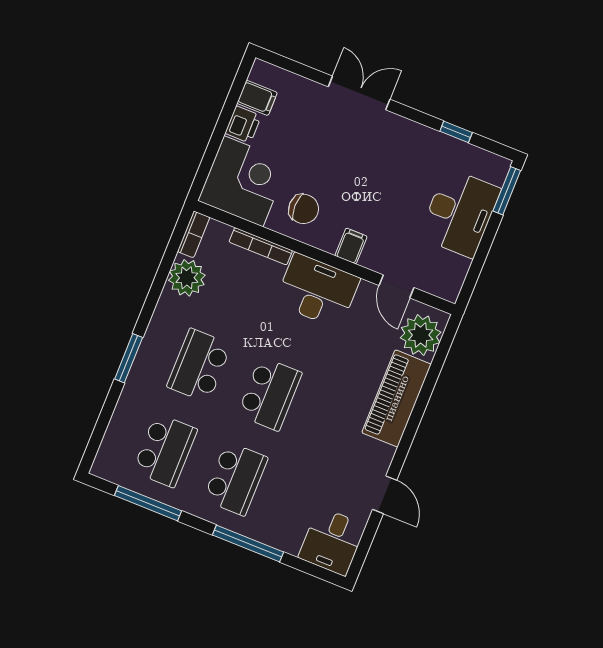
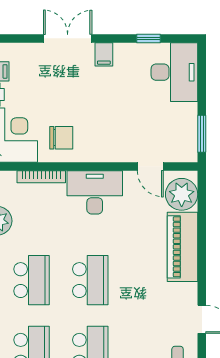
window: (507, 191) -> (202, 134), moved
desk: (460, 213) -> (174, 72), moved
filing cabinet: (351, 246) -> (104, 54), moved, turned 180
school desk: (199, 365) -> (31, 280), turned 180

